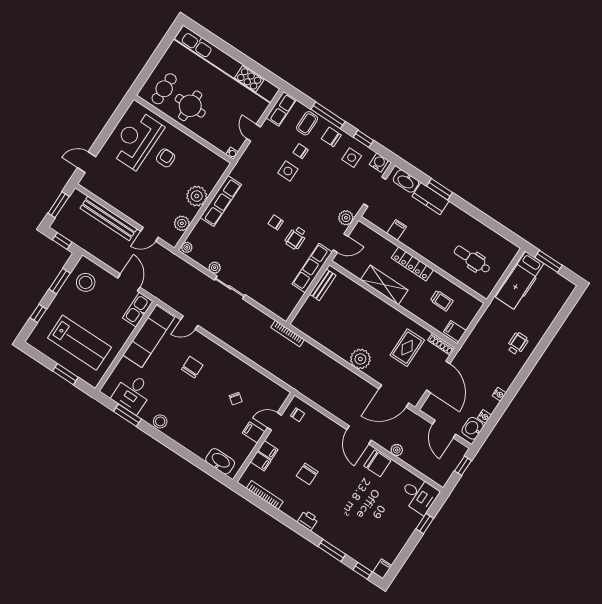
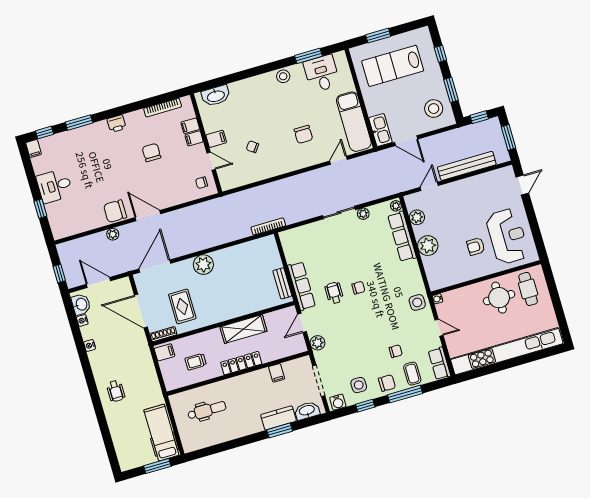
armchair: (166, 158) -> (476, 246), turned 90
side table: (288, 171) -> (417, 302), moved
row of seats: (221, 201) -> (402, 236), moved
door: (274, 421) -> (211, 161), hinge flipped
desk: (419, 495) -> (55, 186), moved

